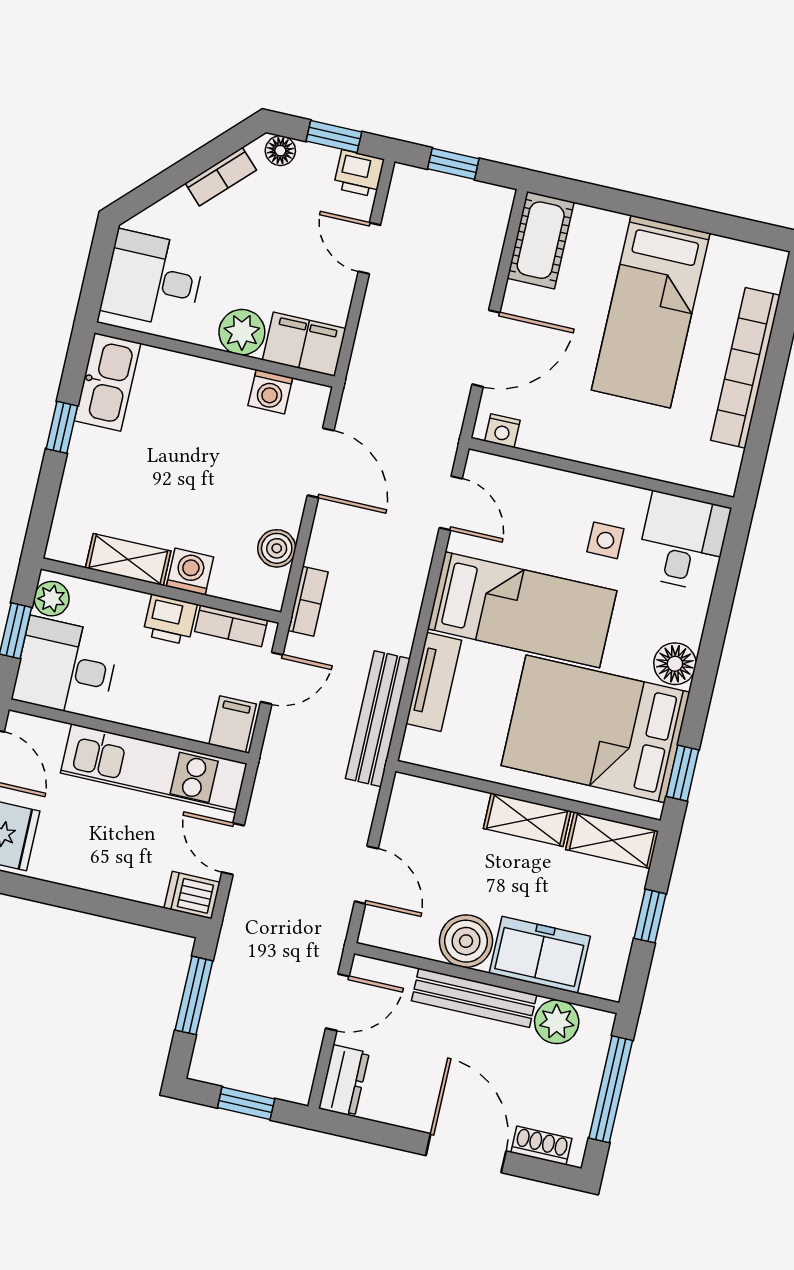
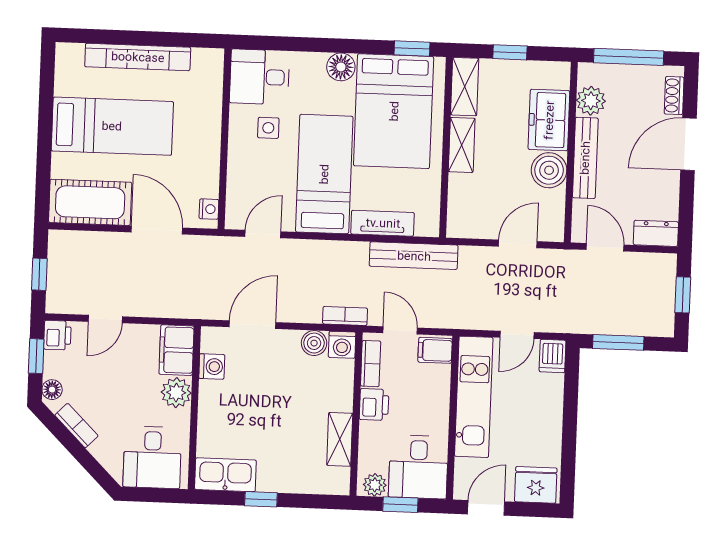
cot: (541, 240) -> (90, 202), width x1.37, depth x1.34
washing machine: (190, 572) -> (342, 345), moved, turned -90

